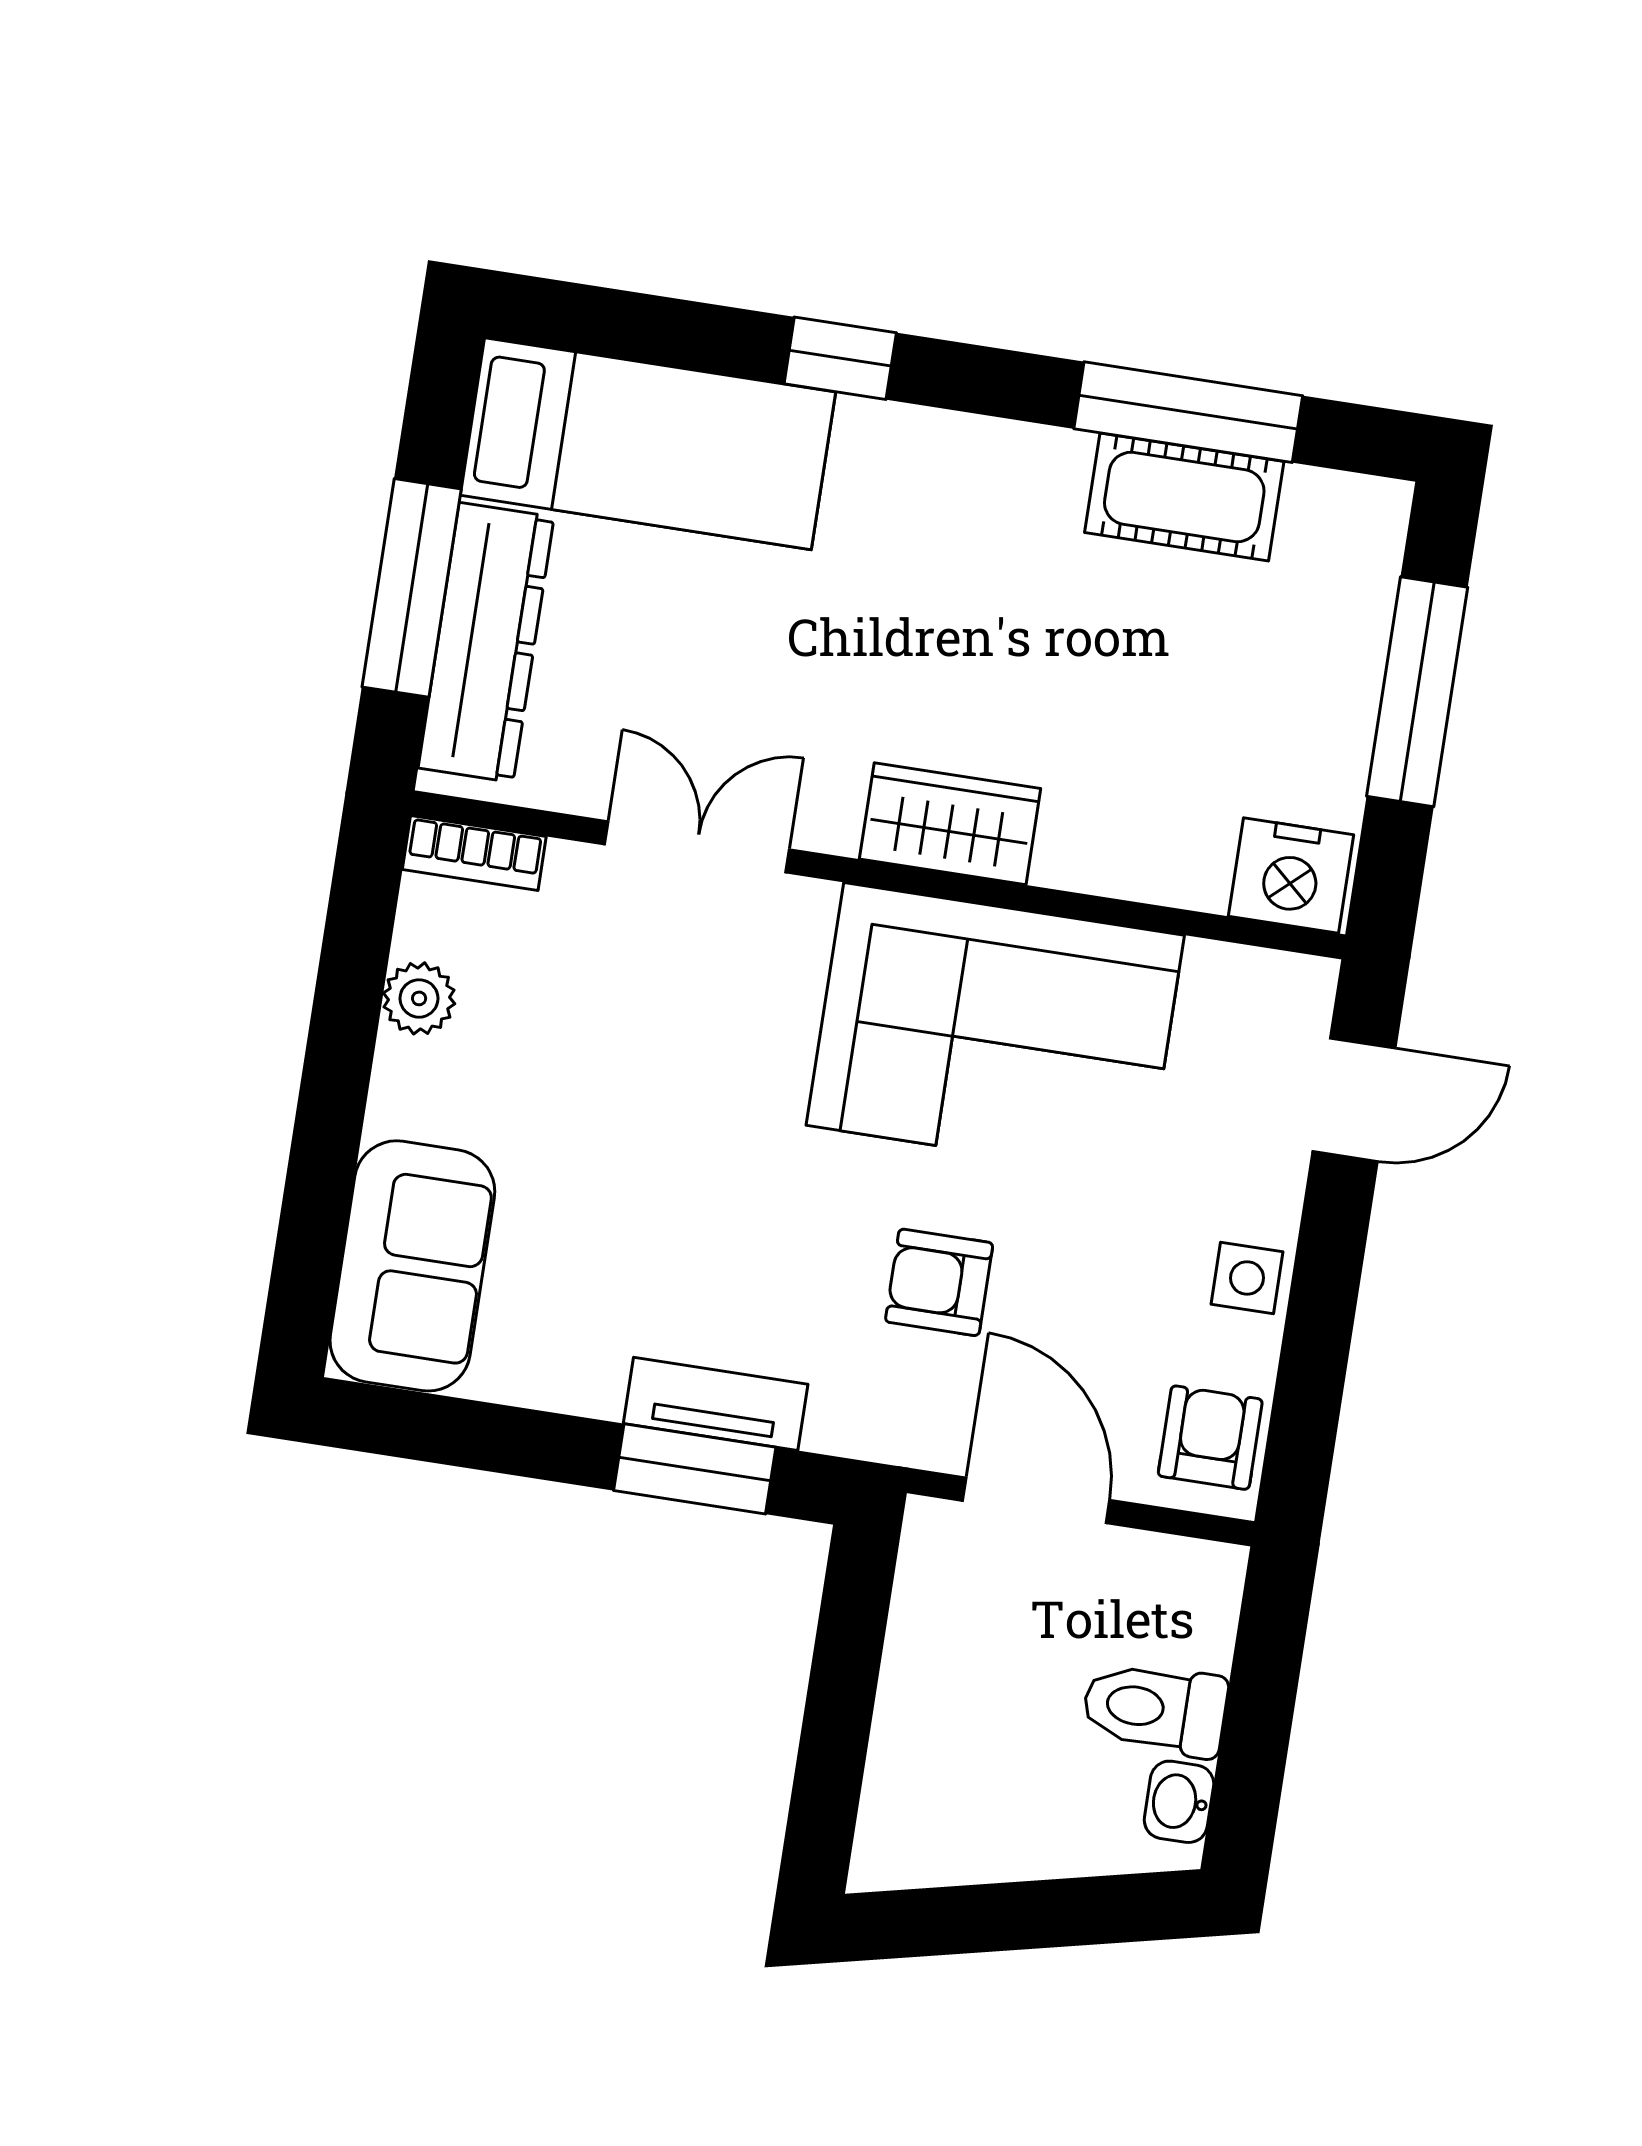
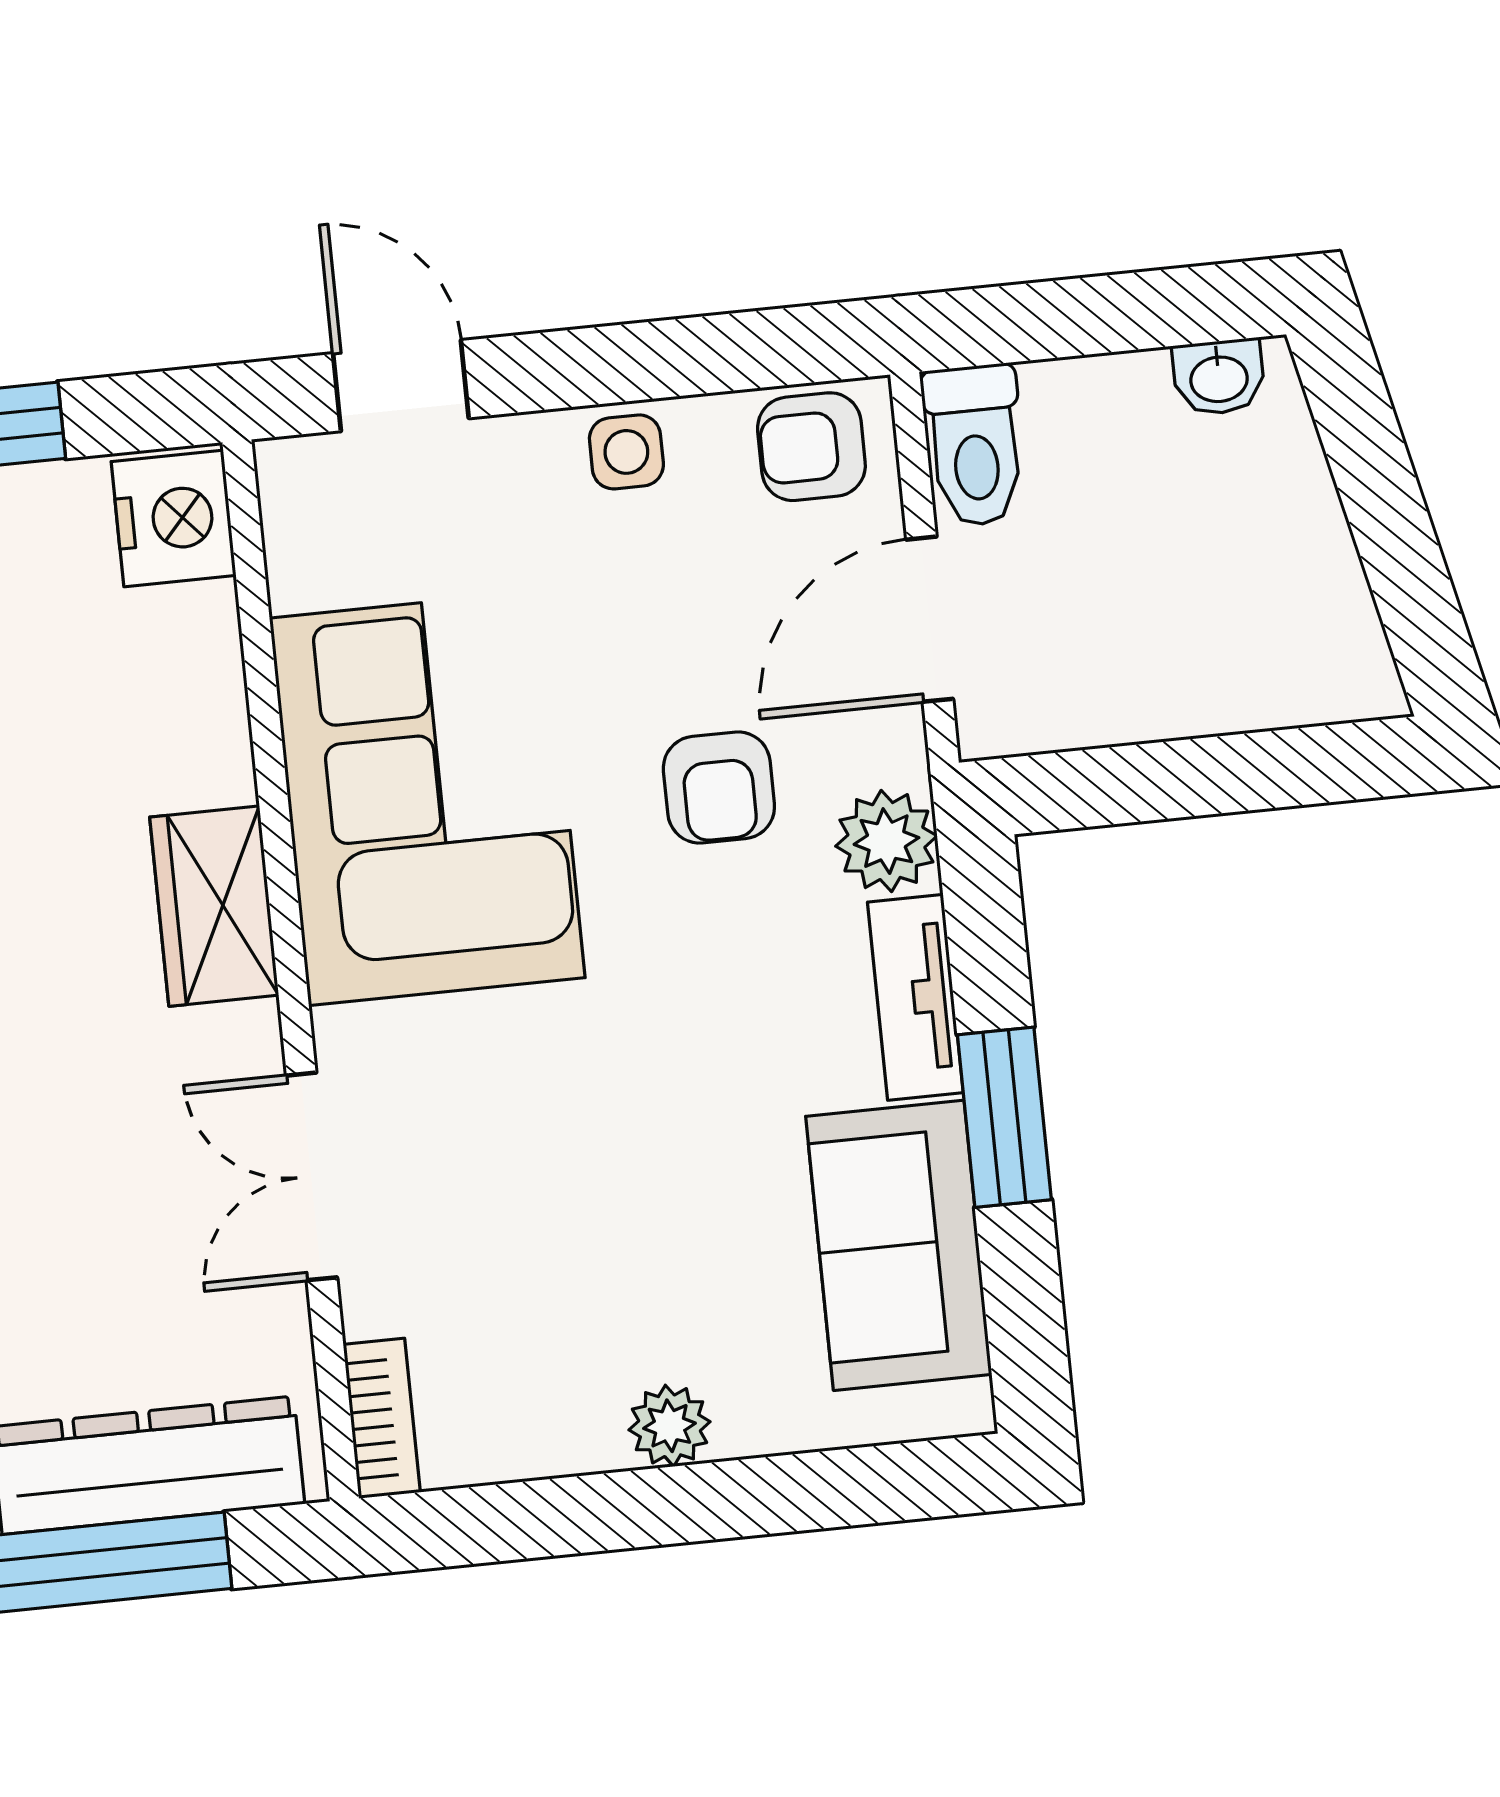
plant: (419, 998) -> (669, 1426), moved
sofa: (412, 1266) -> (899, 1245), moved, turned -90
plant: (856, 1414) -> (886, 841), added
window: (695, 1469) -> (1004, 1117), moved
toilet: (1155, 1709) -> (975, 445), moved

